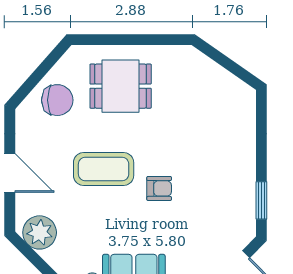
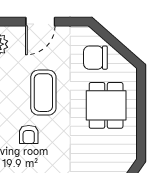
chair: (57, 100) -> (95, 58), turned 90

